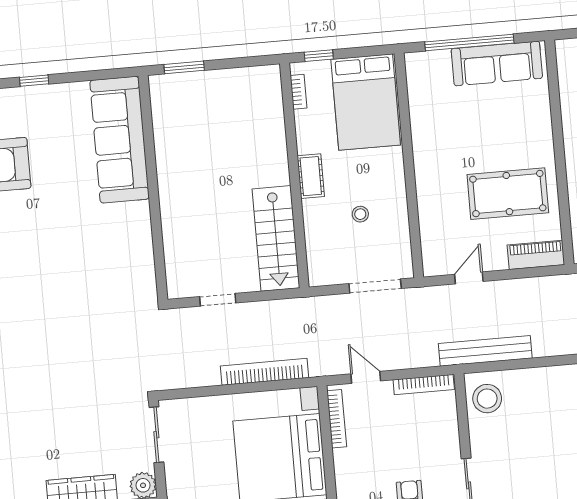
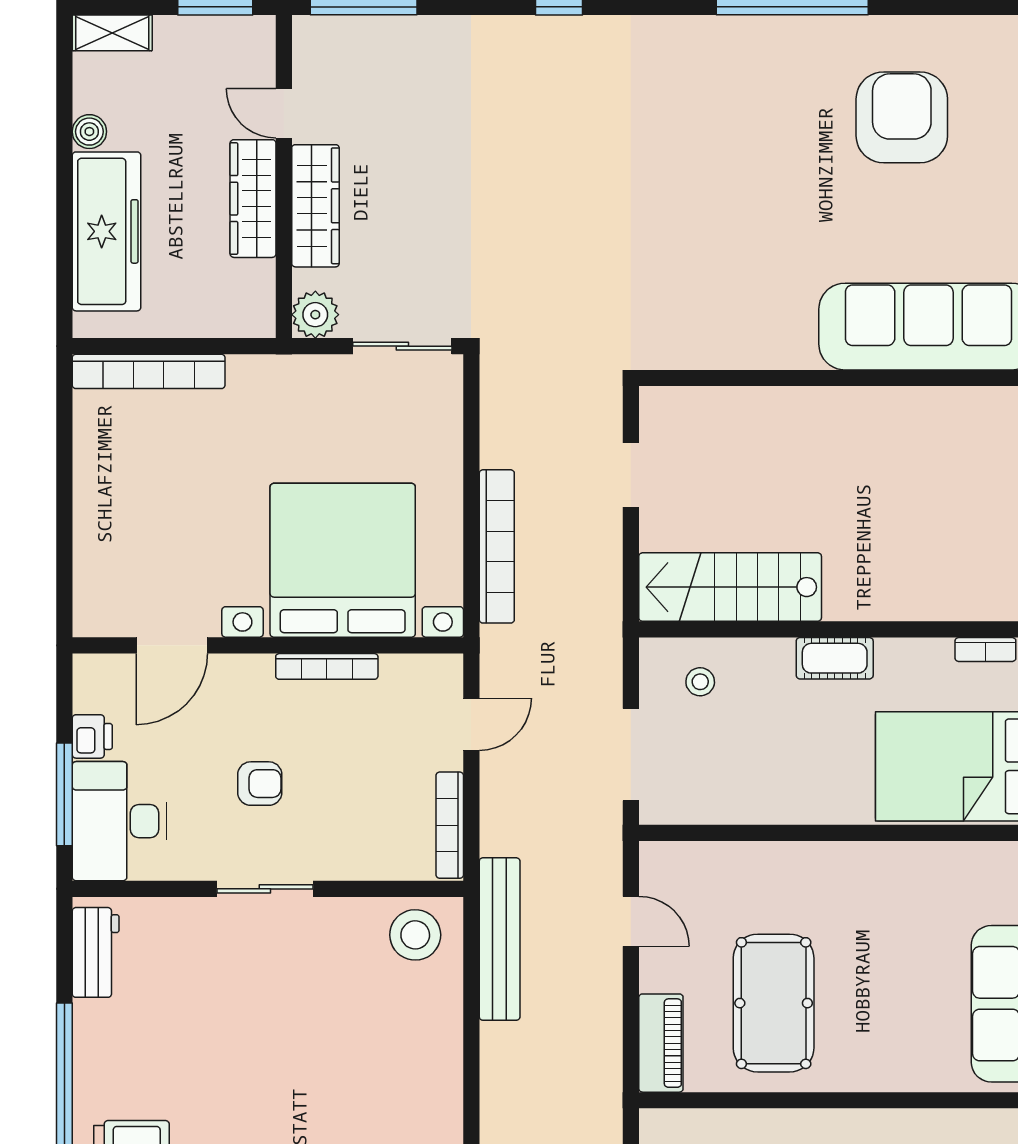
stool: (360, 214) -> (700, 682), moved
bookcase: (337, 419) -> (327, 666), moved

